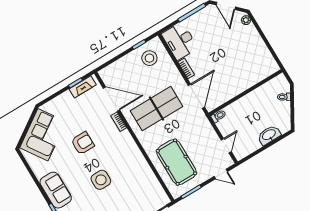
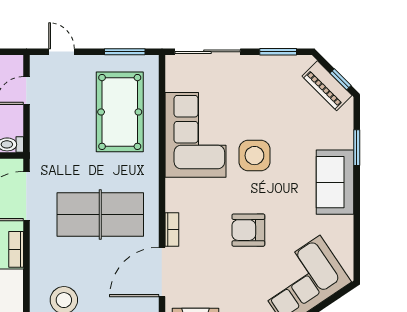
door: (111, 99) -> (162, 272), hinge flipped
corner sofa: (134, 173) -> (195, 135), added

